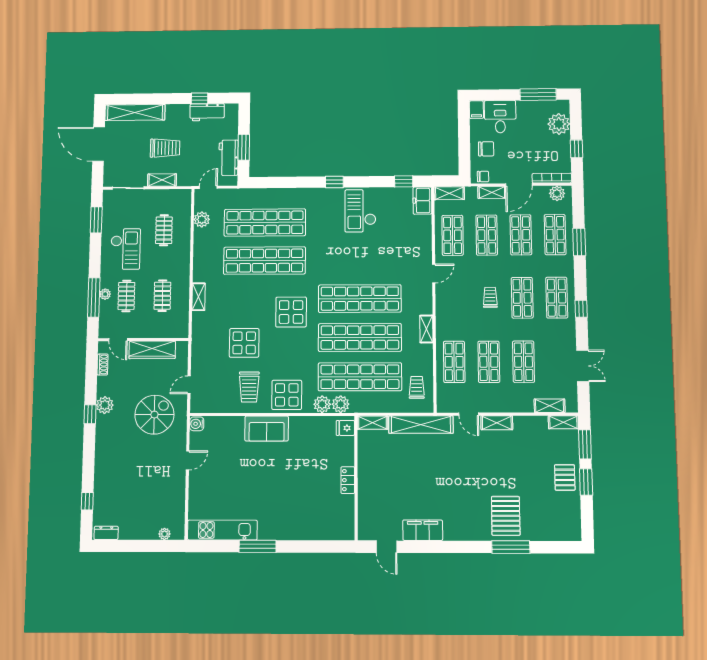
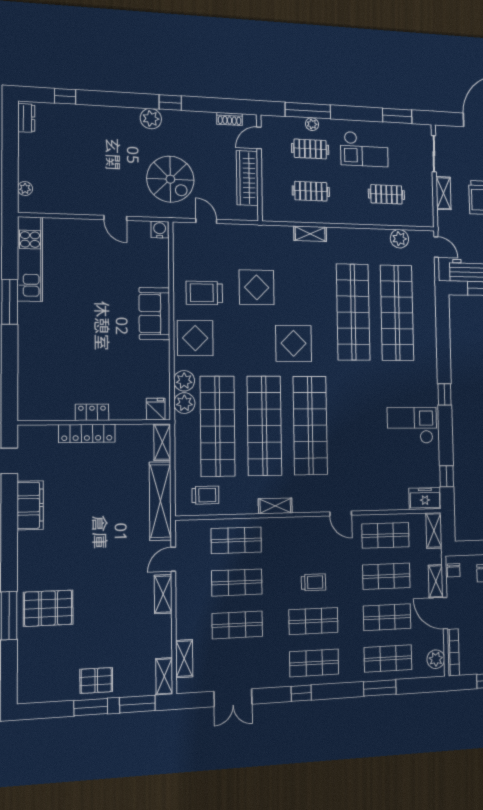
plant: (105, 405) -> (151, 119), moved
locker: (365, 484) -> (87, 433), added

